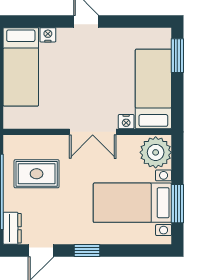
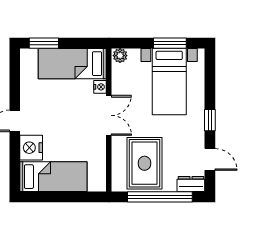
nightstand: (48, 35) -> (31, 148), width x1.89, depth x1.79
plant: (156, 152) -> (120, 56), width x0.53, depth x0.53
rug: (37, 174) -> (145, 163), width x1.36, depth x1.43

